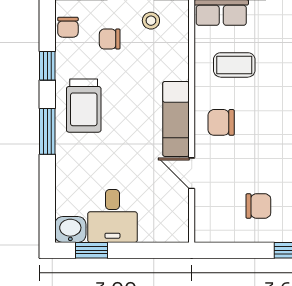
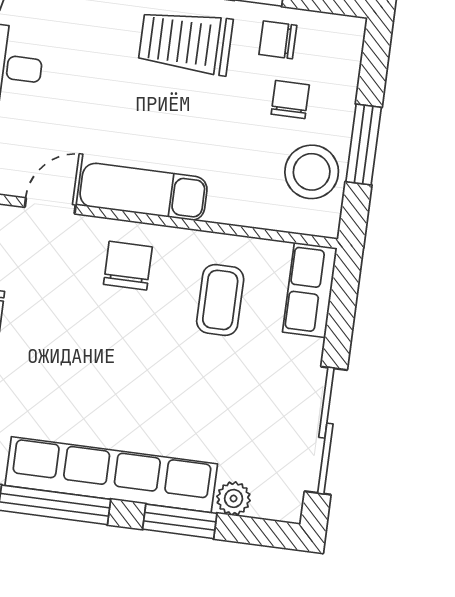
stool: (151, 21) -> (312, 172), width x1.89, depth x1.89
chair: (68, 27) -> (278, 40), moved

